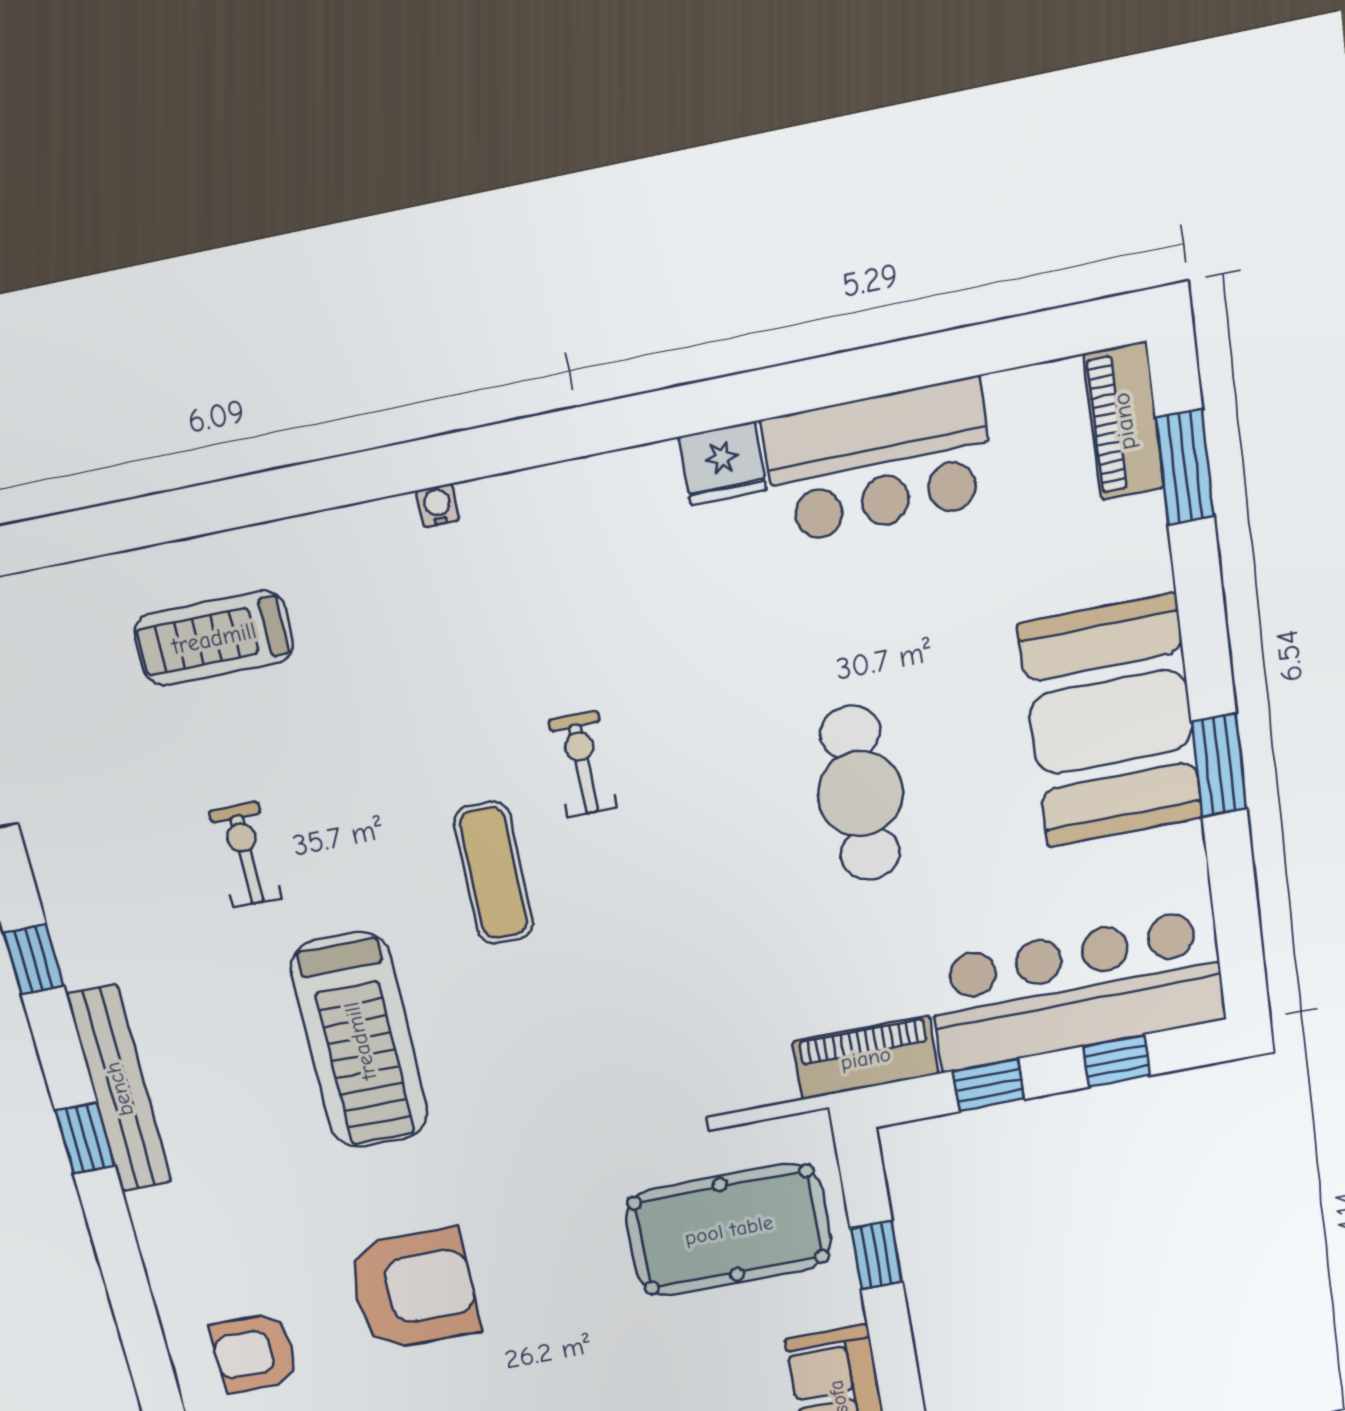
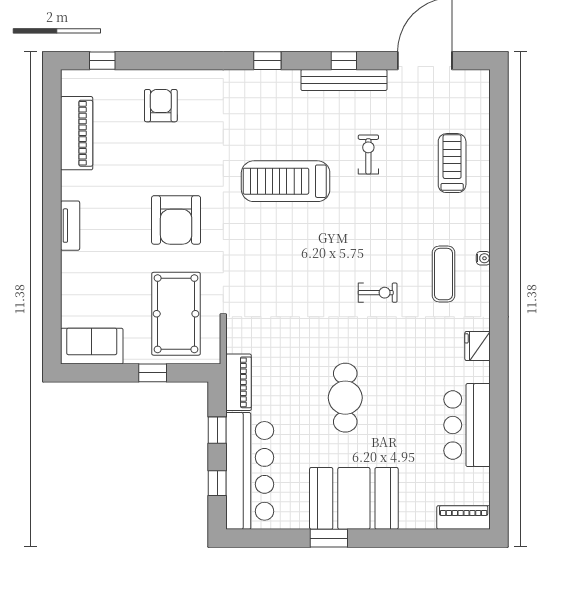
fridge: (723, 463) -> (478, 346), moved
window: (1185, 467) -> (443, 538), removed
cafe table: (860, 794) -> (345, 398), turned 90
exercise bike: (246, 855) -> (368, 154), turned -90
exercise mat: (494, 873) -> (444, 274), moved, turned 90
bench: (119, 1089) -> (344, 80), moved
armchair: (414, 1289) -> (176, 220), moved

